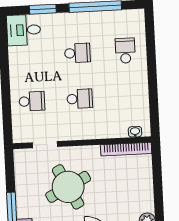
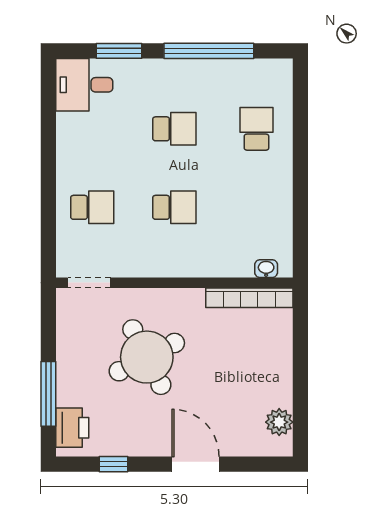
doorway: (45, 145) -> (89, 283), moved

